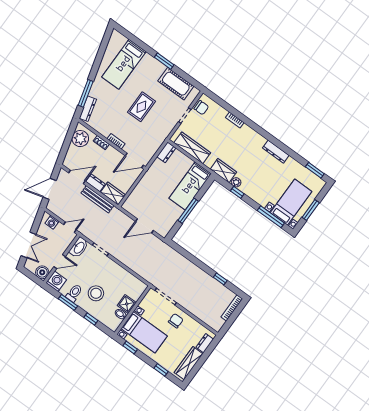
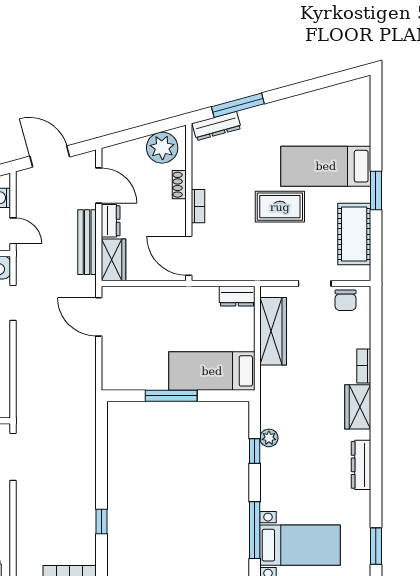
bed: (124, 64) -> (326, 166), moved
wardrobe: (223, 171) -> (358, 407), moved, turned 180
door: (144, 226) -> (99, 317), moved

